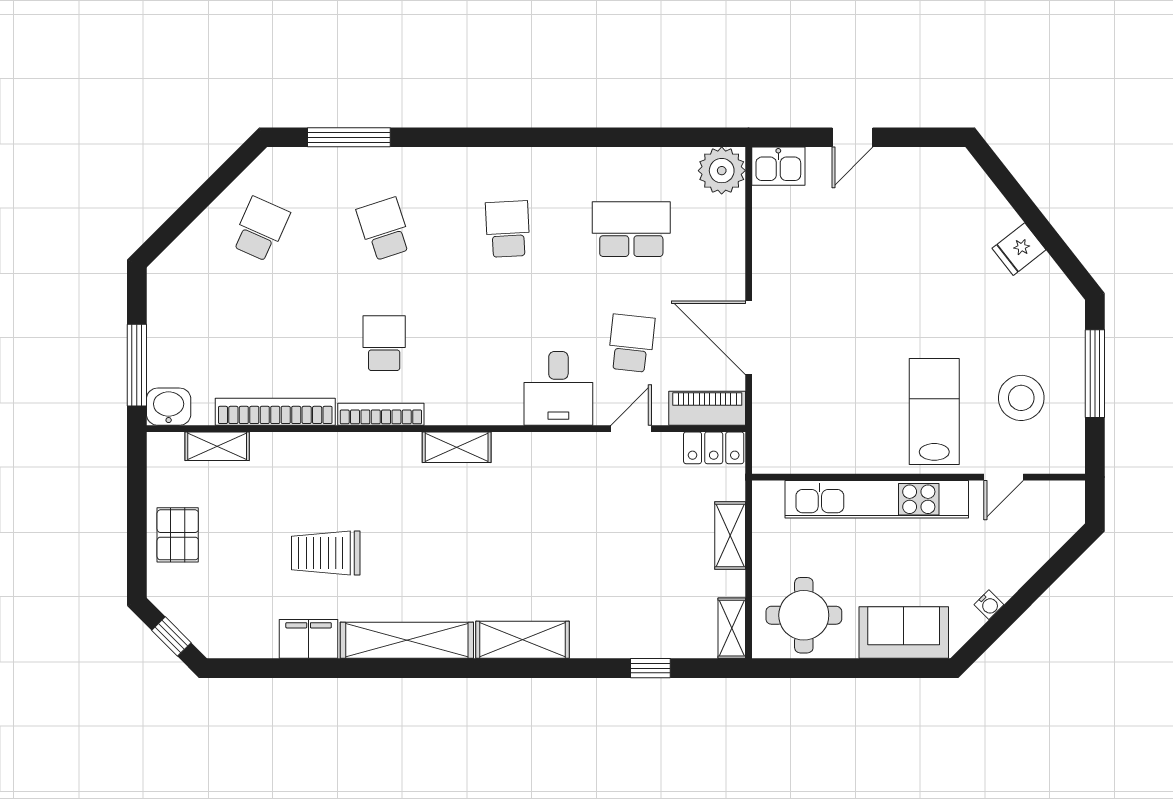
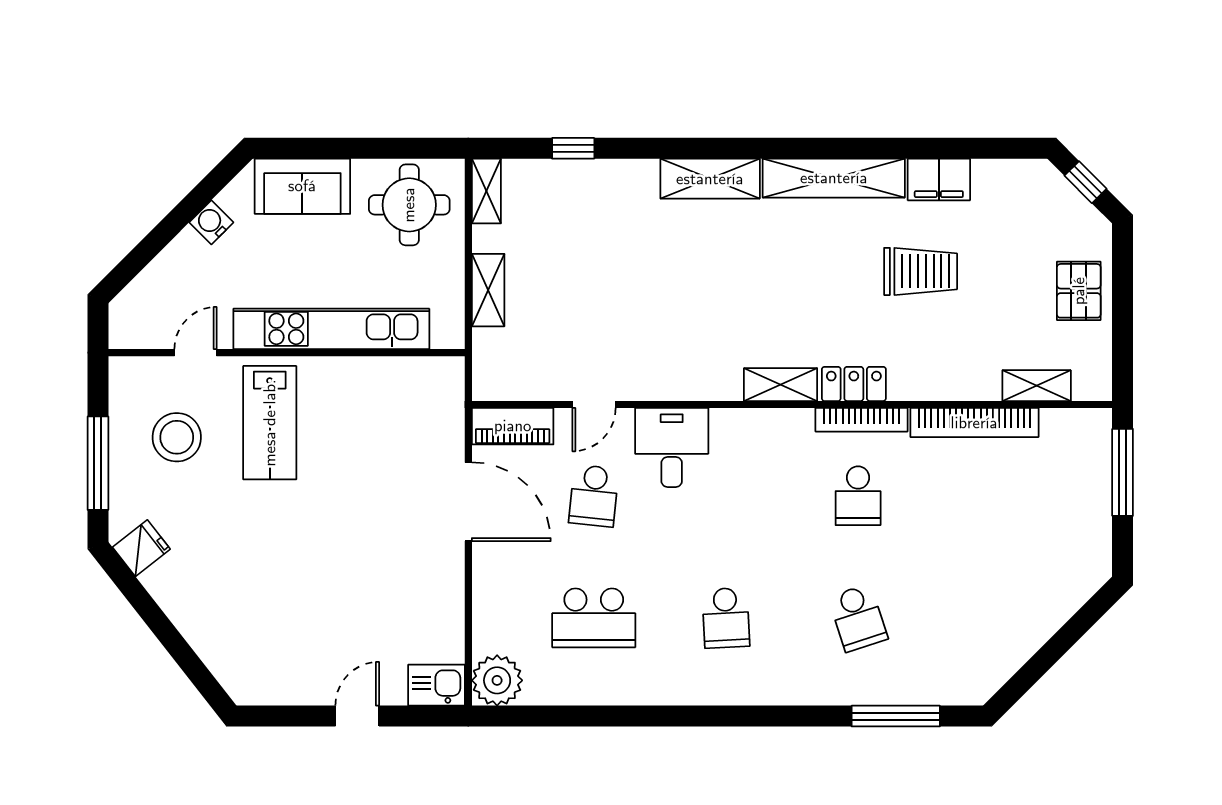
school desk: (261, 229) -> (990, 618), removed
fridge: (1019, 249) -> (141, 548), moved
washbasin: (169, 407) -> (1089, 428), removed
locker: (714, 448) -> (854, 384), moved
water cooler: (989, 605) -> (211, 222), width x1.38, depth x1.38

